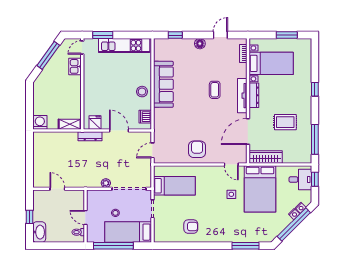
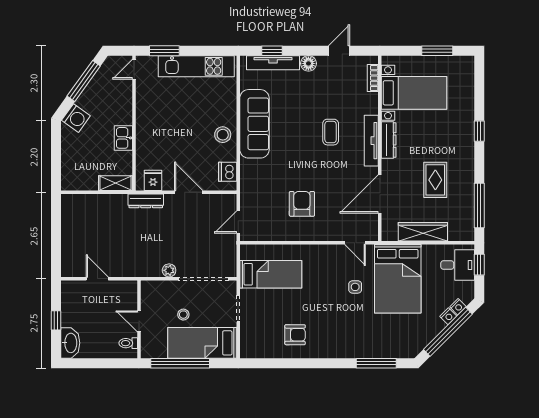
tv unit: (176, 43) -> (273, 63), added
kitchen sink: (75, 66) -> (123, 138), moved
washing machine: (40, 122) -> (76, 118), moved, turned 126
rug: (285, 122) -> (435, 180), turned 90
armchair: (197, 149) -> (302, 204), moved
wardrobe: (266, 157) -> (423, 232), moved

